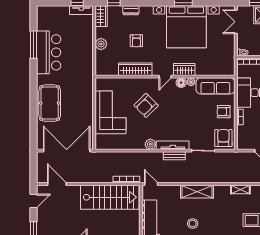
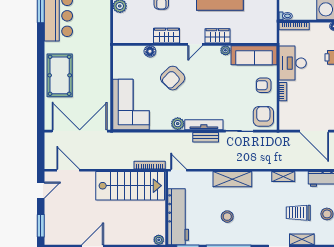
wardrobe: (135, 69) -> (166, 36), width x0.67
floor lamp: (181, 83) -> (150, 51), moved
corner sofa: (111, 112) -> (131, 105), moved

